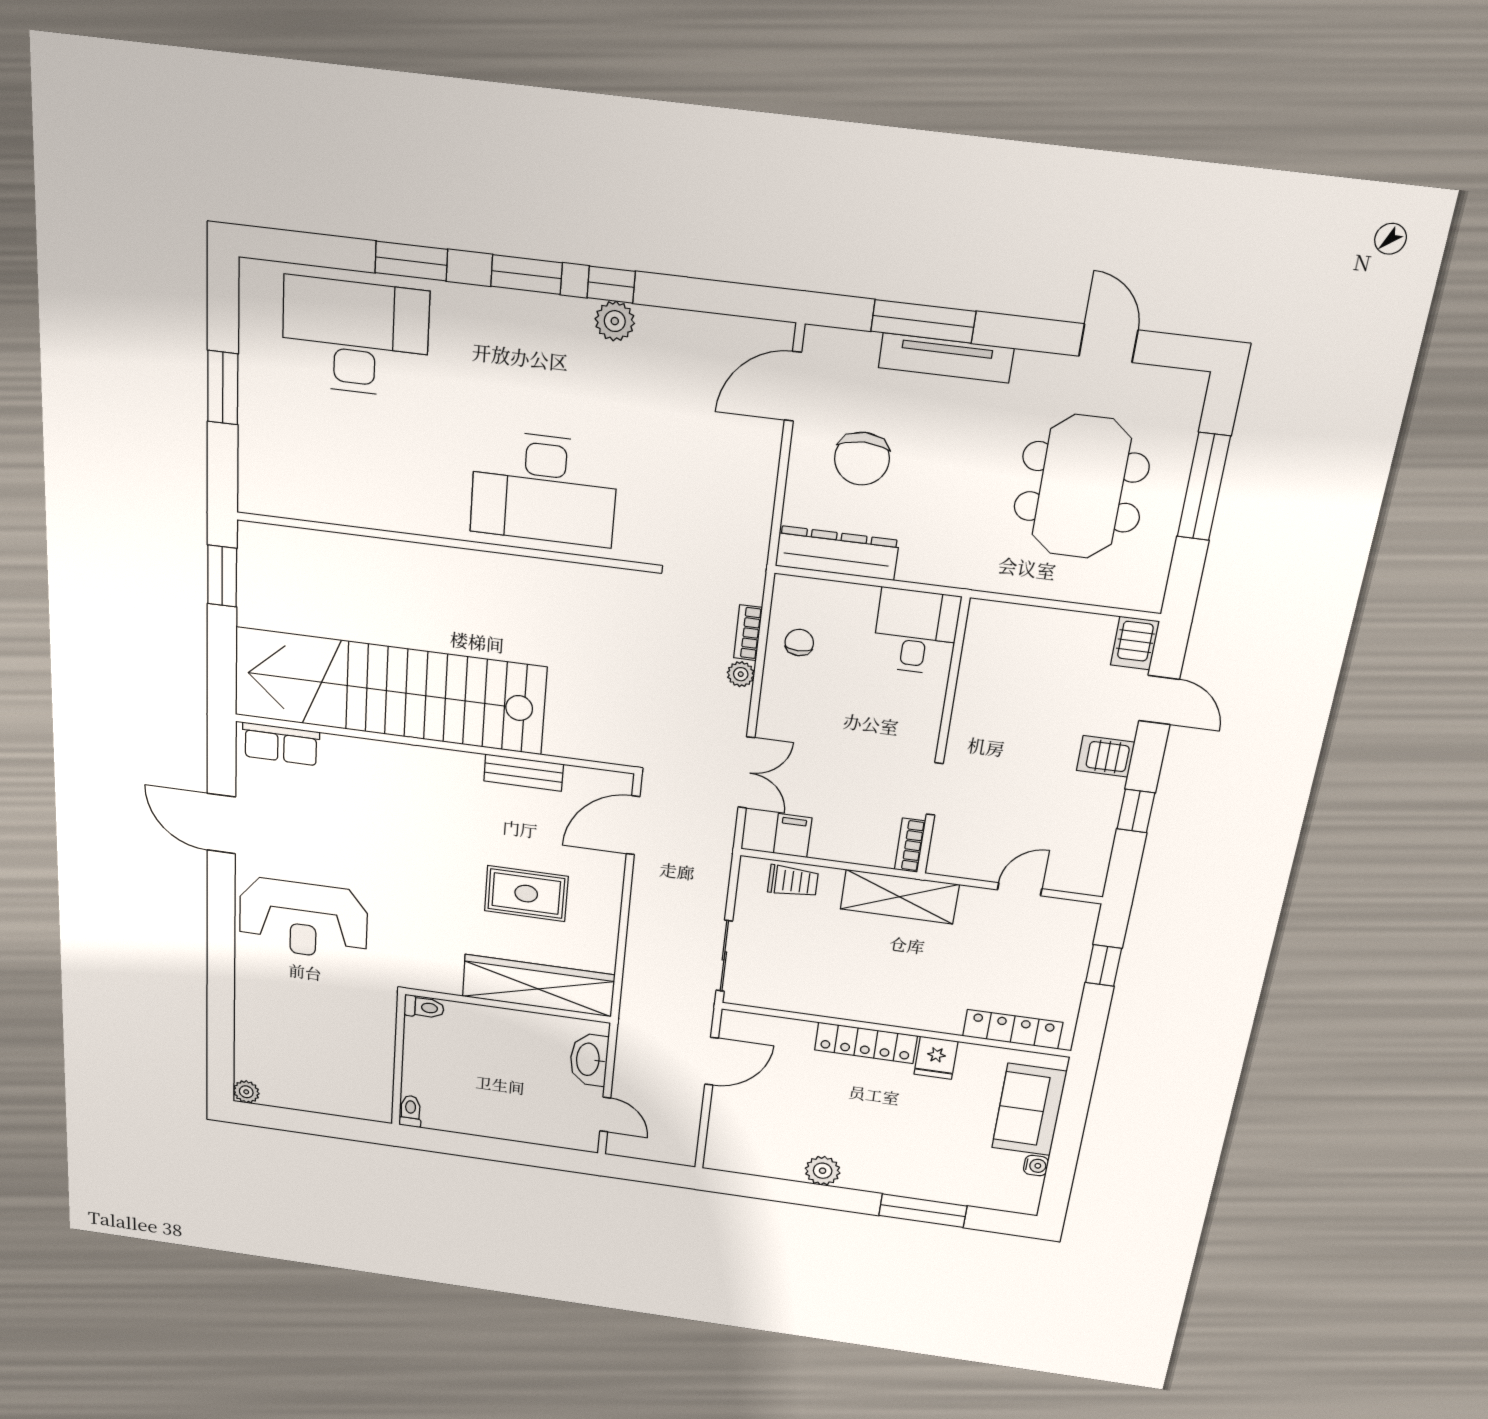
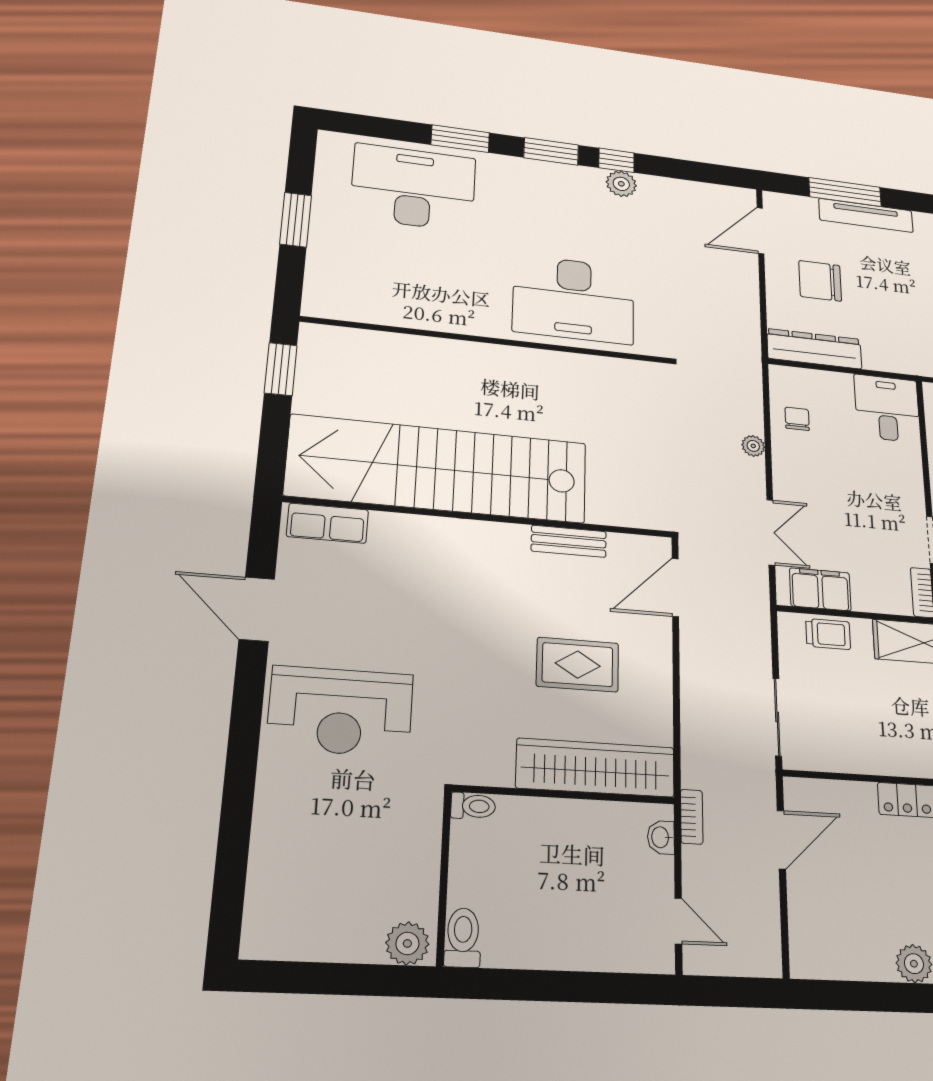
chair: (862, 459) -> (820, 281), turned 90
bookcase: (748, 633) -> (692, 817), moved, turned 180
filing cabinet: (793, 836) -> (820, 589), width x2.00
washbasin: (589, 1060) -> (661, 837), width x0.52, depth x0.69
plant: (246, 1092) -> (407, 943), moved, width x1.38, depth x1.38
toilet: (410, 1111) -> (463, 938), width x1.37, depth x1.39

